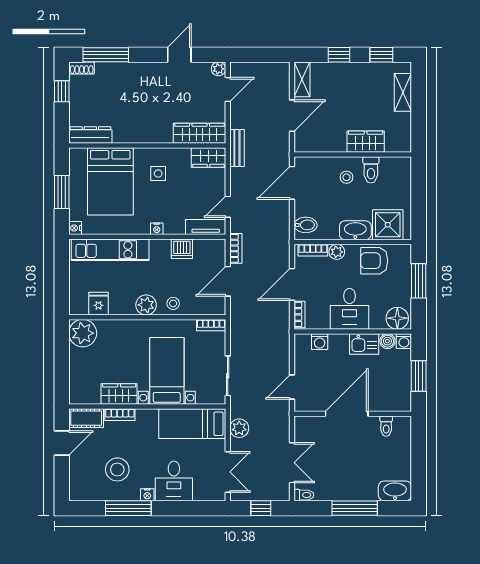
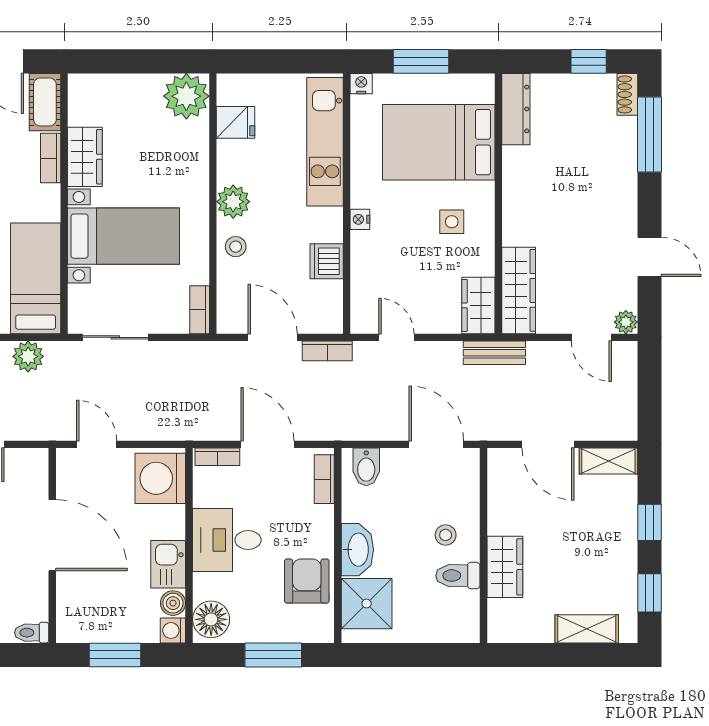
tv unit: (206, 227) -> (363, 301), removed
plant: (337, 252) -> (321, 519), removed
washing machine: (320, 342) -> (160, 478), width x1.89, depth x1.89
toilet: (386, 426) -> (32, 633), moved

